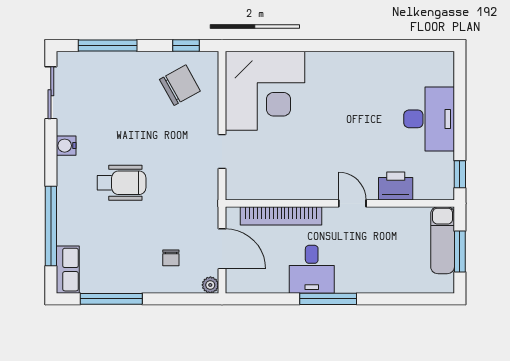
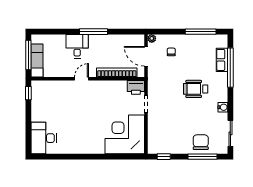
chair: (180, 85) -> (201, 142), moved, turned 119
desk: (429, 119) -> (44, 138), moved
printer: (396, 186) -> (136, 87), moved
door: (352, 203) -> (82, 79), swing flipped
window: (460, 251) -> (28, 55), width x1.44
desk: (312, 269) -> (77, 46), moved
row of seats: (68, 270) -> (222, 60), moved

